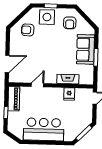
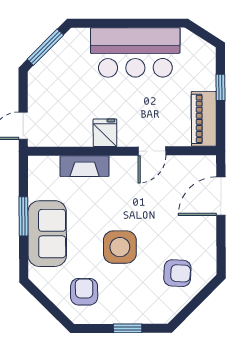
side table: (47, 17) -> (120, 247), moved
fridge: (69, 94) -> (105, 133), moved

